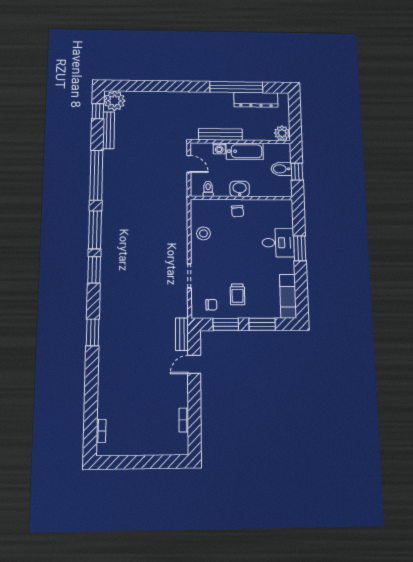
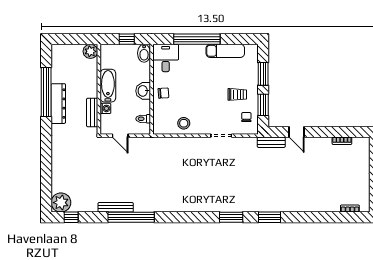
dresser: (256, 100) -> (58, 104), moved
bench: (109, 130) -> (116, 207), moved
bench: (220, 134) -> (92, 112), width x0.73
door: (189, 164) -> (120, 136), swing flipped
bidet: (281, 169) -> (144, 53), moved
window: (95, 230) -> (181, 217), removed
desk: (278, 243) -> (166, 58), moved
window: (300, 248) -> (197, 39), width x2.11
window: (94, 270) -> (231, 217), moved
exam couch: (288, 296) -> (225, 51), moved

